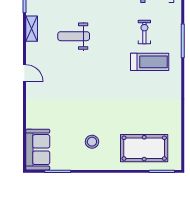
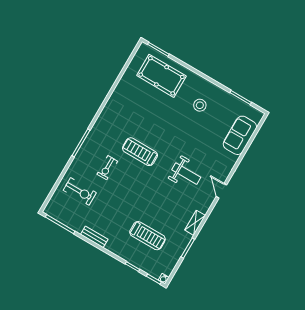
weight bench: (74, 36) -> (186, 174), moved
treadmill: (150, 62) -> (140, 152), moved
sofa: (38, 150) -> (240, 135), moved

